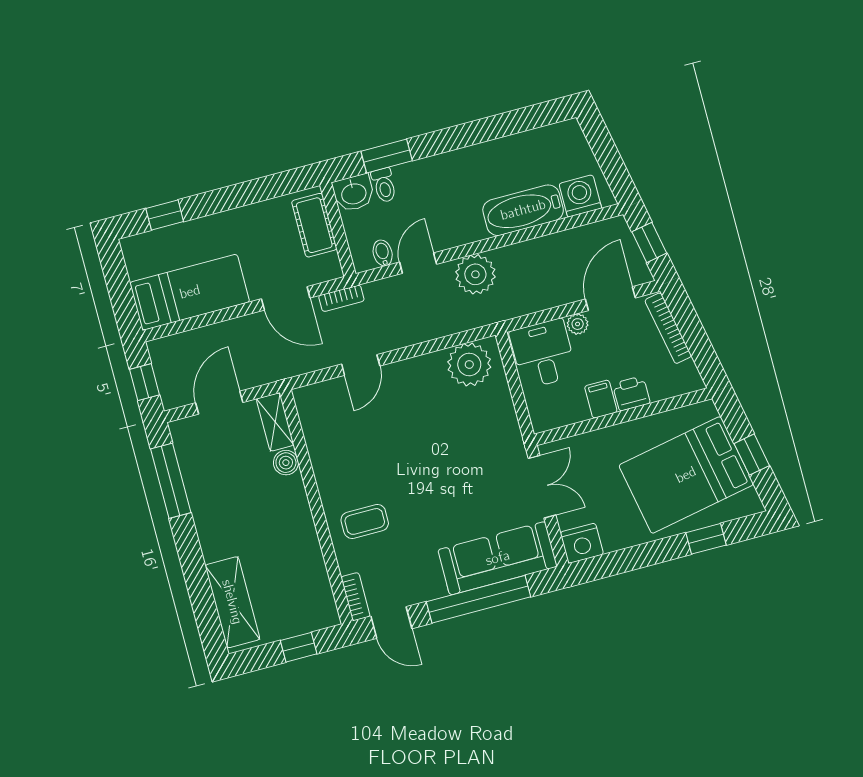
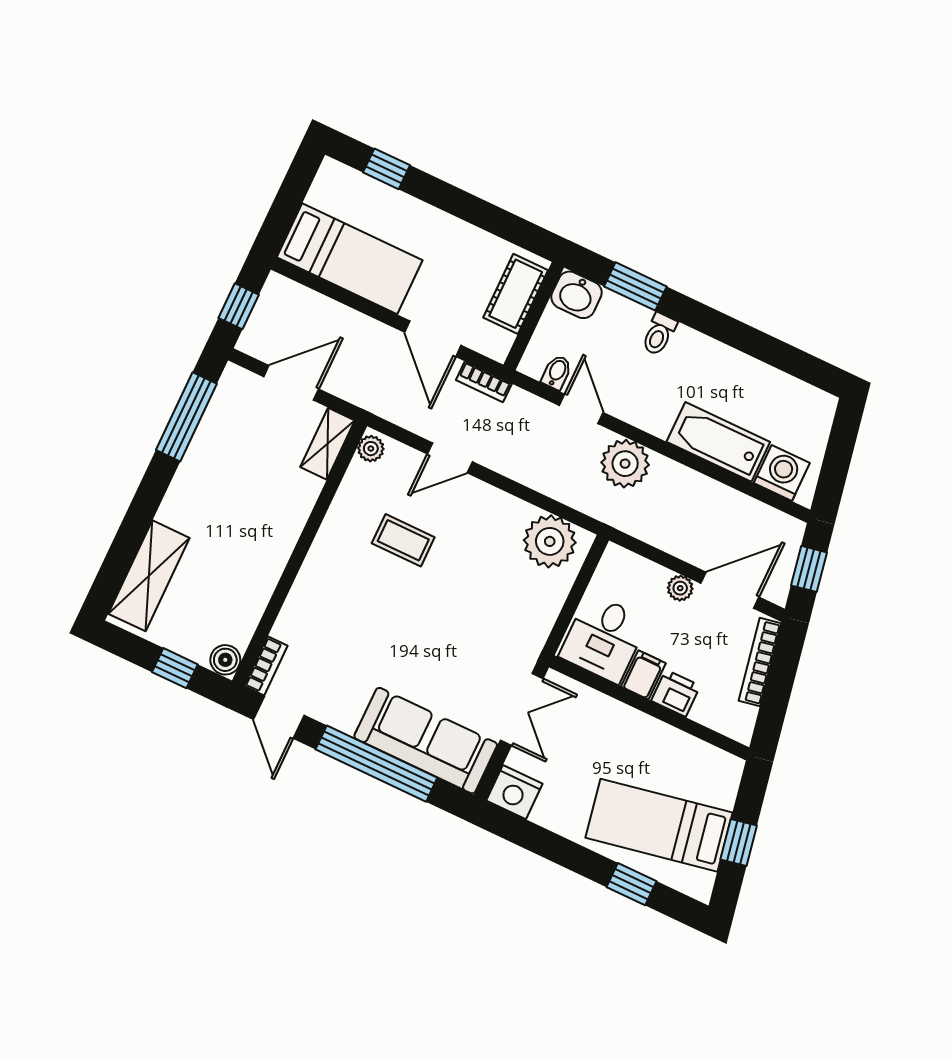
toilet: (384, 185) -> (659, 334), moved
door: (418, 263) -> (581, 409), hinge flipped
desk: (543, 354) -> (604, 638), moved, turned 180
plant: (305, 402) -> (371, 449), added
boiler: (286, 463) -> (225, 660), moved
bed: (686, 475) -> (659, 825), width x0.67
coffee table: (365, 521) -> (403, 540), moved

